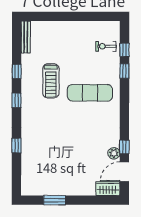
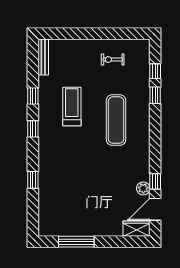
exercise bike: (106, 46) -> (113, 59), moved
treadmill: (51, 81) -> (72, 106), turned 180
exercise mat: (90, 93) -> (116, 120), turned 90
window: (55, 200) -> (76, 242), width x1.44

